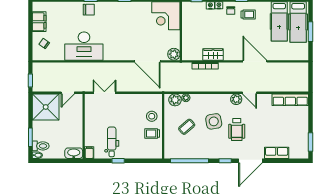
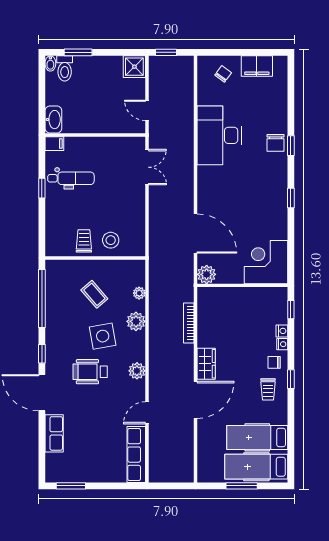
wardrobe: (213, 54) -> (206, 364), moved
door: (147, 61) -> (196, 234), swing flipped
door: (249, 93) -> (147, 413), moved
plant: (175, 100) -> (136, 321), moved
shower: (46, 107) -> (134, 67), width x0.54, depth x0.54

